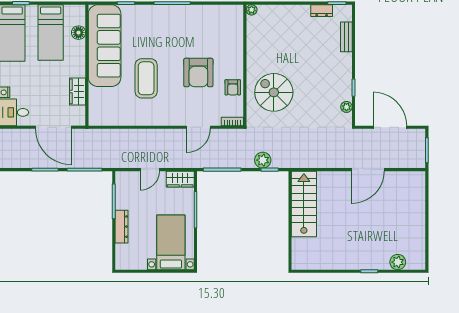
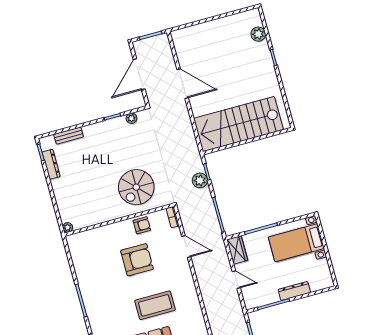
dresser: (322, 11) -> (51, 164), width x1.44
stairs: (304, 204) -> (238, 124), width x1.36, depth x1.51

